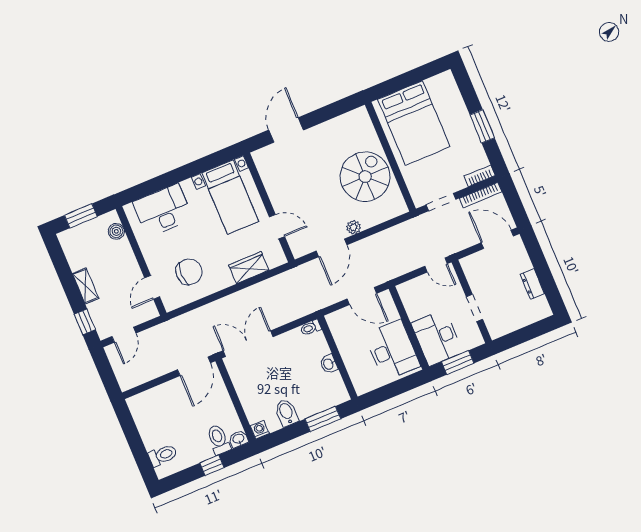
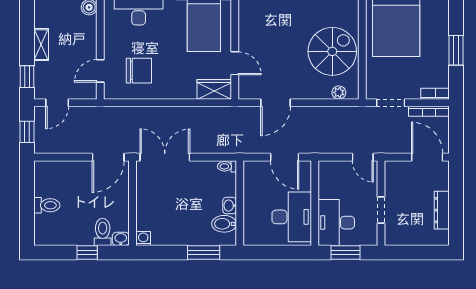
plant: (354, 227) -> (339, 92), moved
wardrobe: (249, 268) -> (214, 89), moved
dresser: (532, 284) -> (442, 210), width x1.44
window: (107, 375) -> (27, 132), added
bidet: (287, 413) -> (224, 224), moved, turned -90
toilet: (163, 455) -> (47, 205), moved

